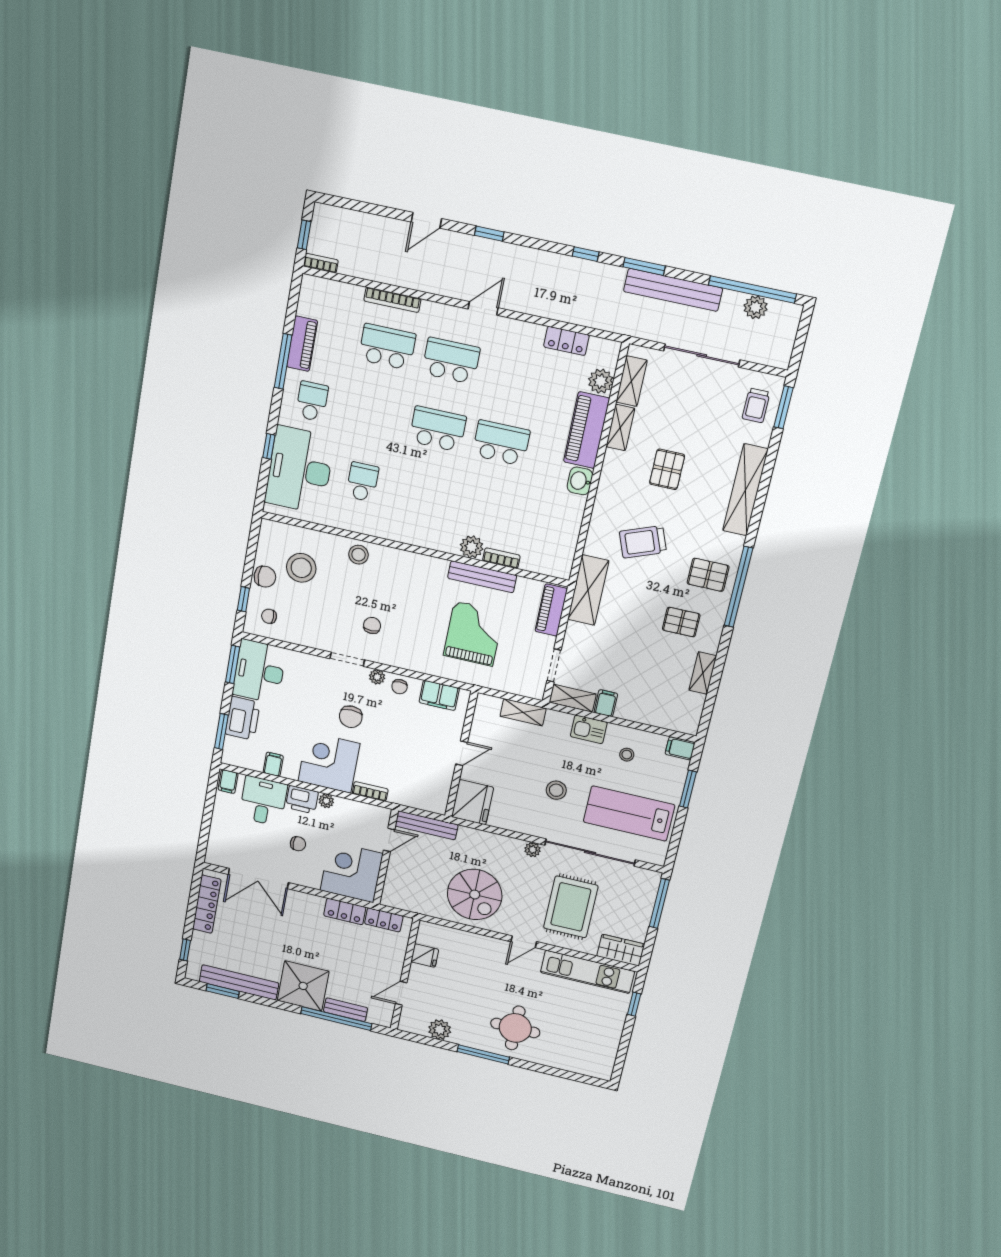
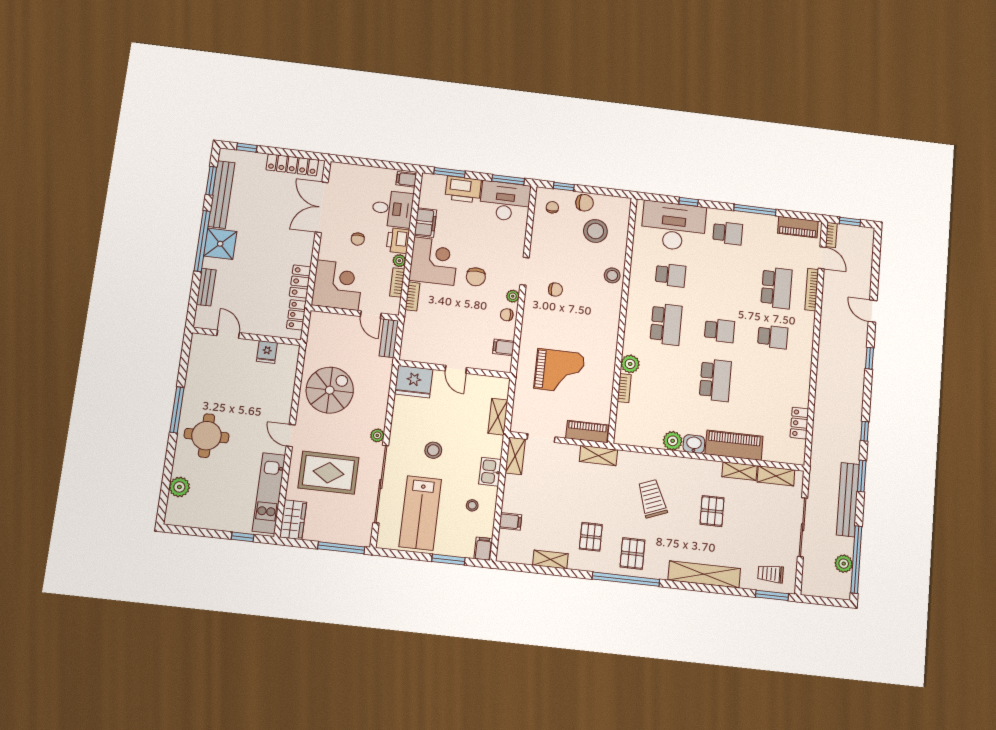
door: (483, 308) -> (822, 258), moved
piano: (302, 344) -> (798, 227), moved
school desk: (451, 361) -> (773, 337), width x0.54
plant: (601, 381) -> (673, 441), moved
school desk: (438, 429) -> (720, 331), width x0.54
pallet: (667, 469) -> (712, 511), turned 90
school desk: (425, 496) -> (666, 324), added
chair: (265, 577) -> (585, 203), turned -90
bench: (482, 577) -> (607, 374), removed
shelving: (588, 590) -> (598, 456), width x0.67, depth x0.75
filing cabinet: (439, 695) -> (503, 347), width x0.50
filing cabinet: (606, 703) -> (510, 521), moved
chair: (351, 717) -> (476, 277), turned -90
filing cabinet: (273, 764) -> (425, 223), width x2.00
bookcase: (352, 806) -> (397, 282), added
lab bench: (629, 814) -> (420, 513), turned 180
bench: (427, 825) -> (389, 338), width x0.73
spiral stairs: (475, 895) -> (330, 390), turned 180
shower: (303, 986) -> (220, 244), width x0.73, depth x0.73
window: (336, 1019) -> (202, 241), moved
plant: (440, 1030) -> (179, 487), moved

